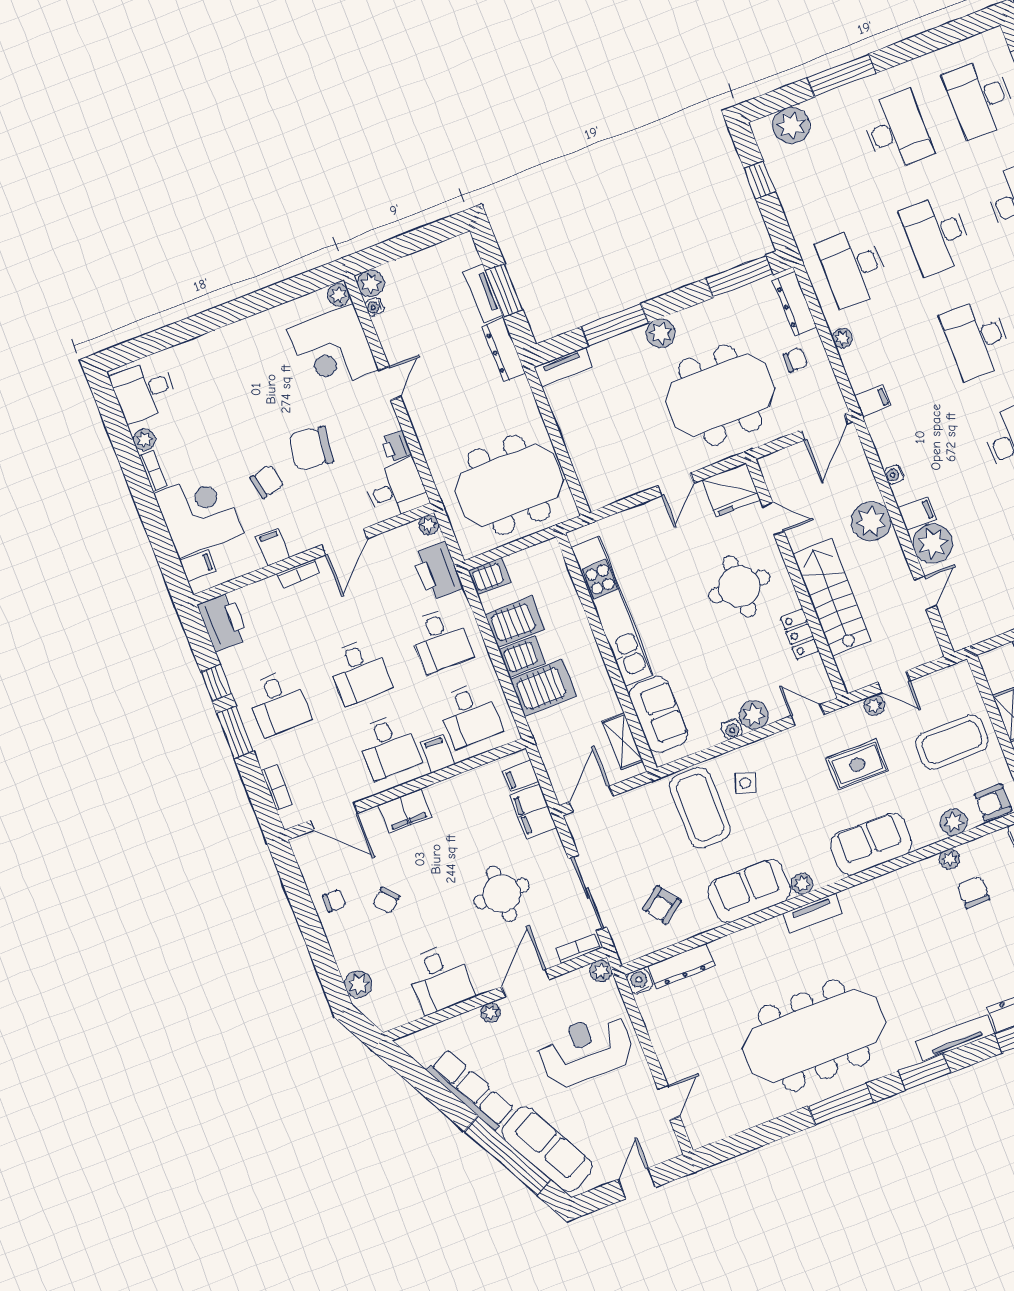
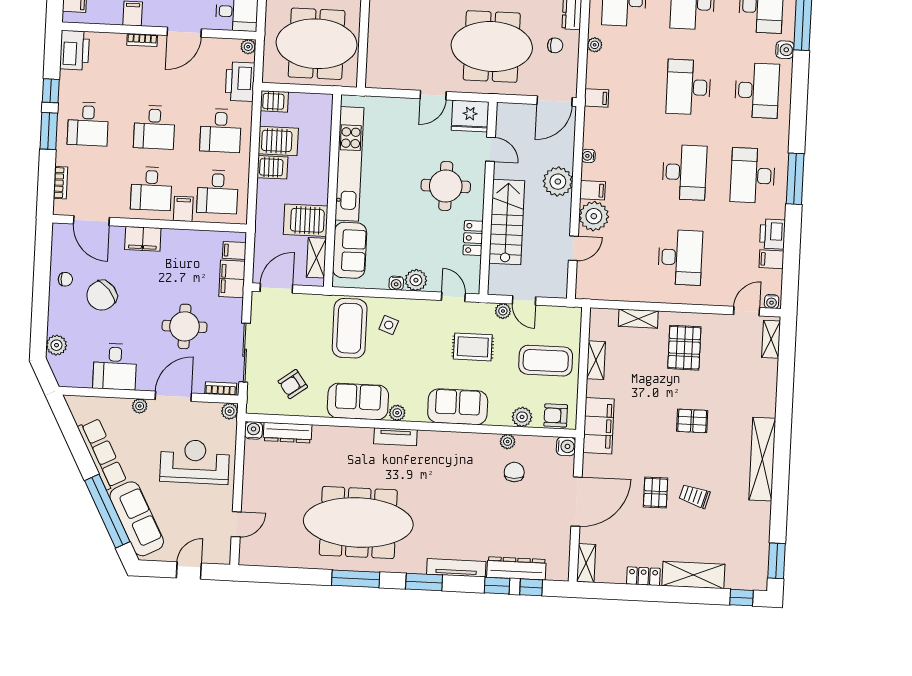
server rack: (544, 688) -> (306, 220), moved, turned 180
chair: (386, 901) -> (102, 295), width x1.87, depth x1.87

